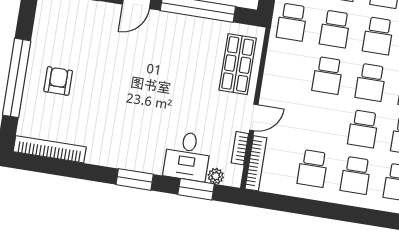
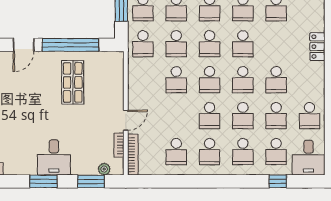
shop shelf: (238, 64) -> (73, 82), moved
desk: (187, 156) -> (54, 157), moved

